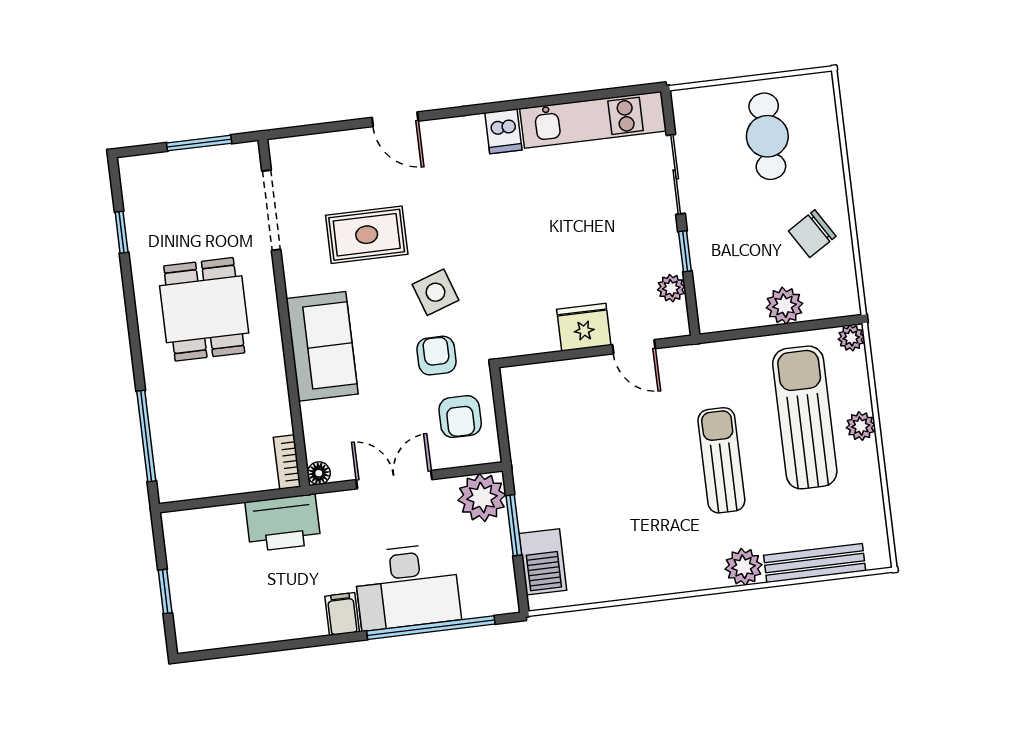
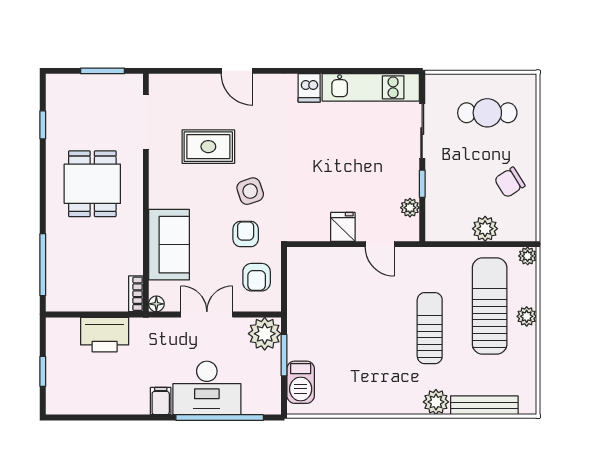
cafe table: (767, 136) -> (487, 113), turned 90
fridge: (584, 327) -> (343, 227), width x0.72
sofa: (322, 346) -> (169, 245), moved
printer: (283, 523) -> (105, 335), moved

